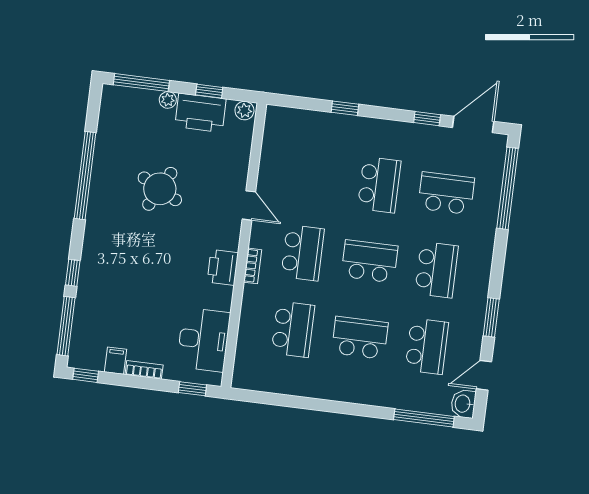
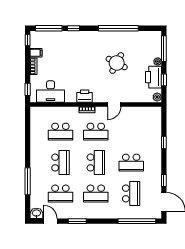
window: (424, 418) -> (28, 181), moved

